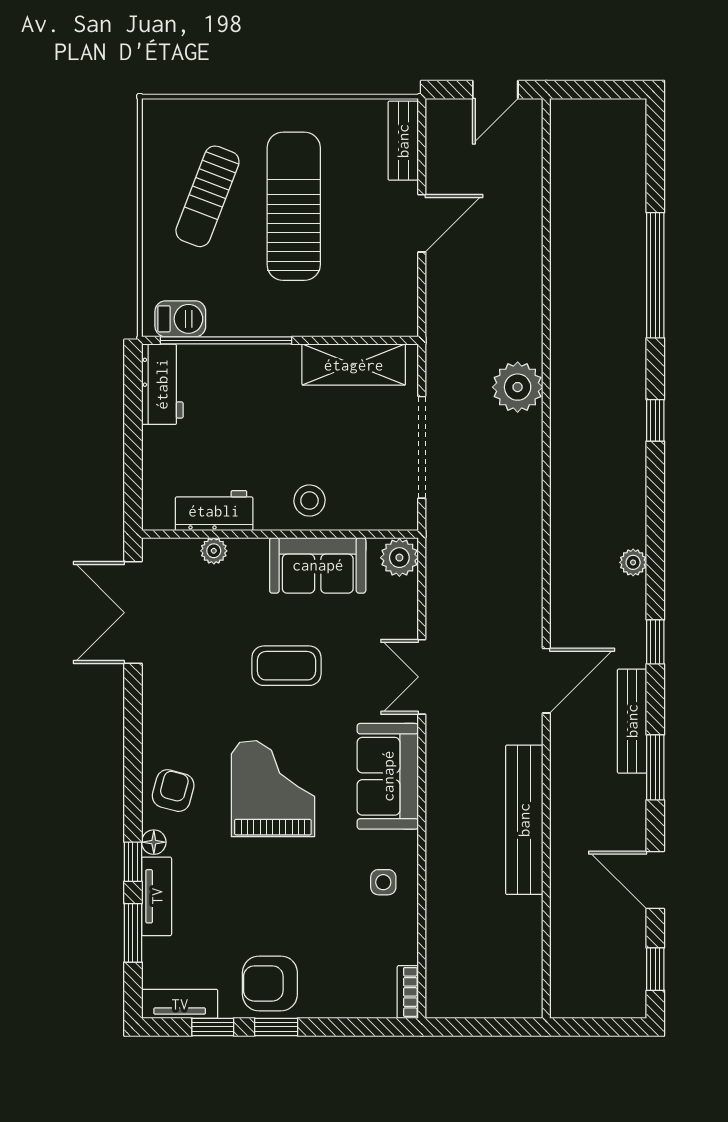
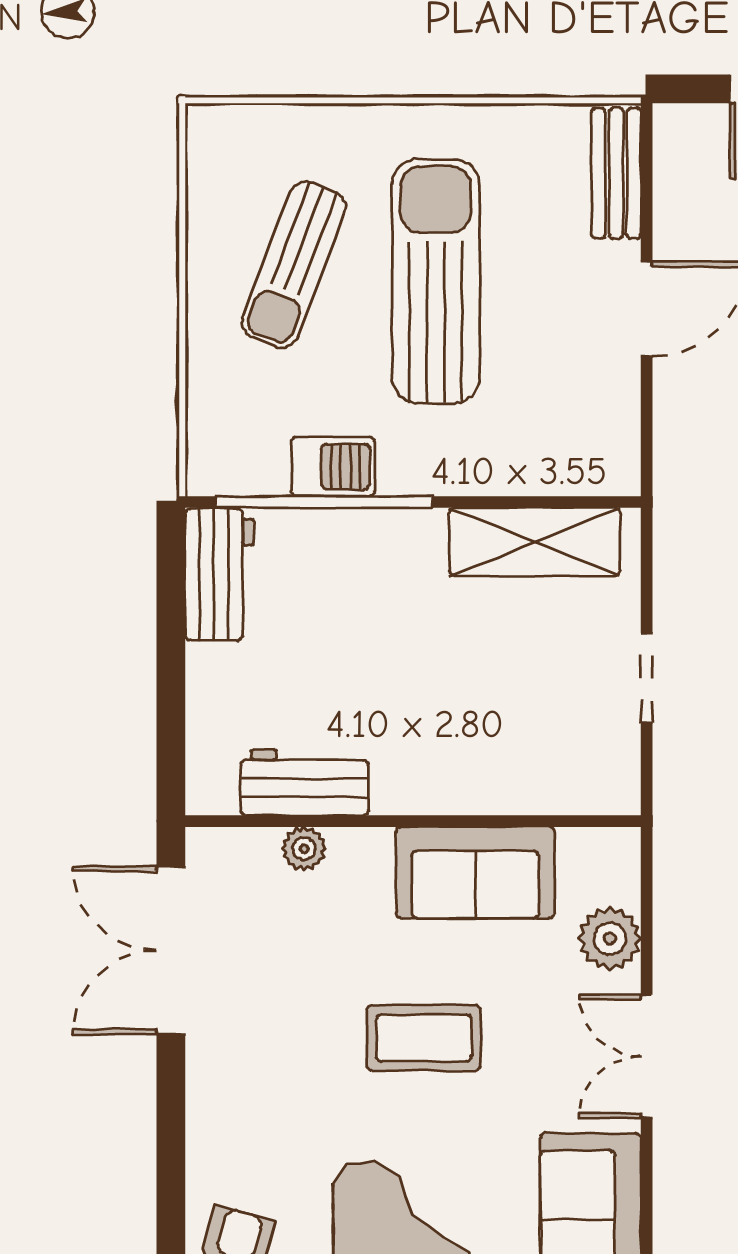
barbecue: (180, 319) -> (333, 467), moved
doorway: (422, 447) -> (647, 678), width x0.53
stool: (309, 501) -> (462, 766), removed
plant: (399, 558) -> (610, 939), moved

